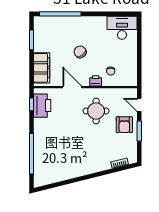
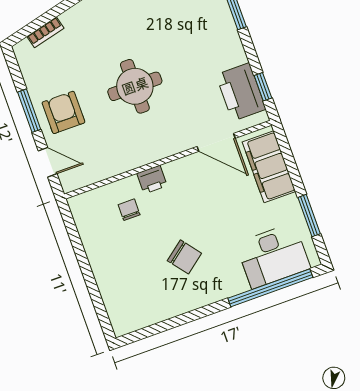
desk: (122, 28) -> (273, 256), moved
chair: (80, 52) -> (184, 257), moved
door: (72, 87) -> (216, 142), moved
round table: (96, 111) -> (135, 86), moved

